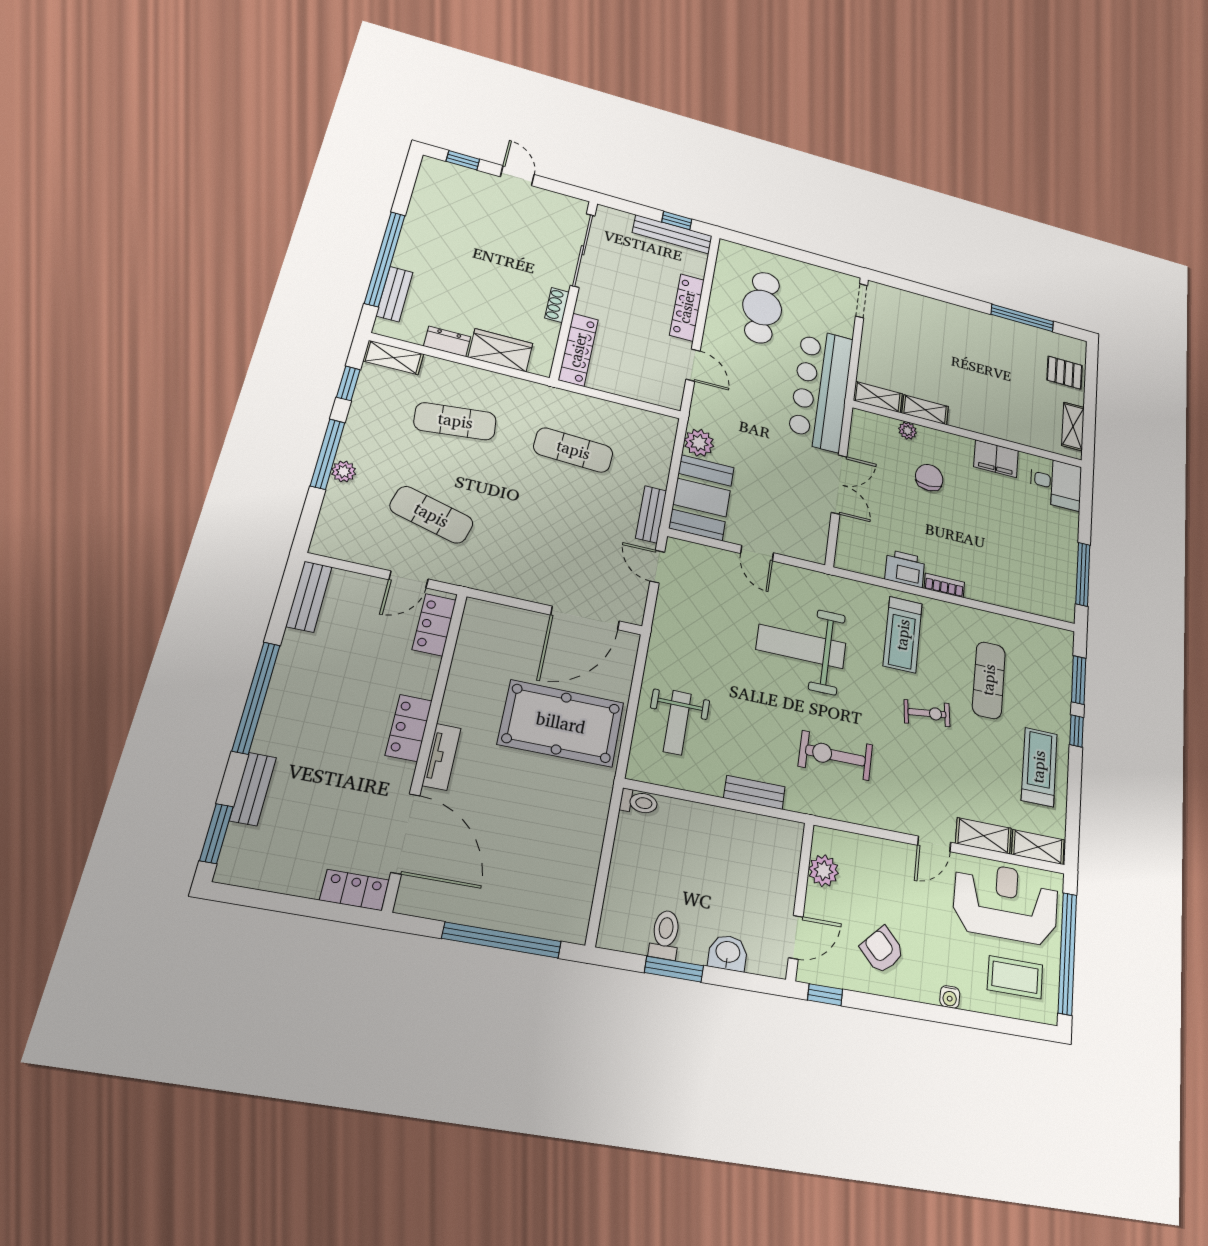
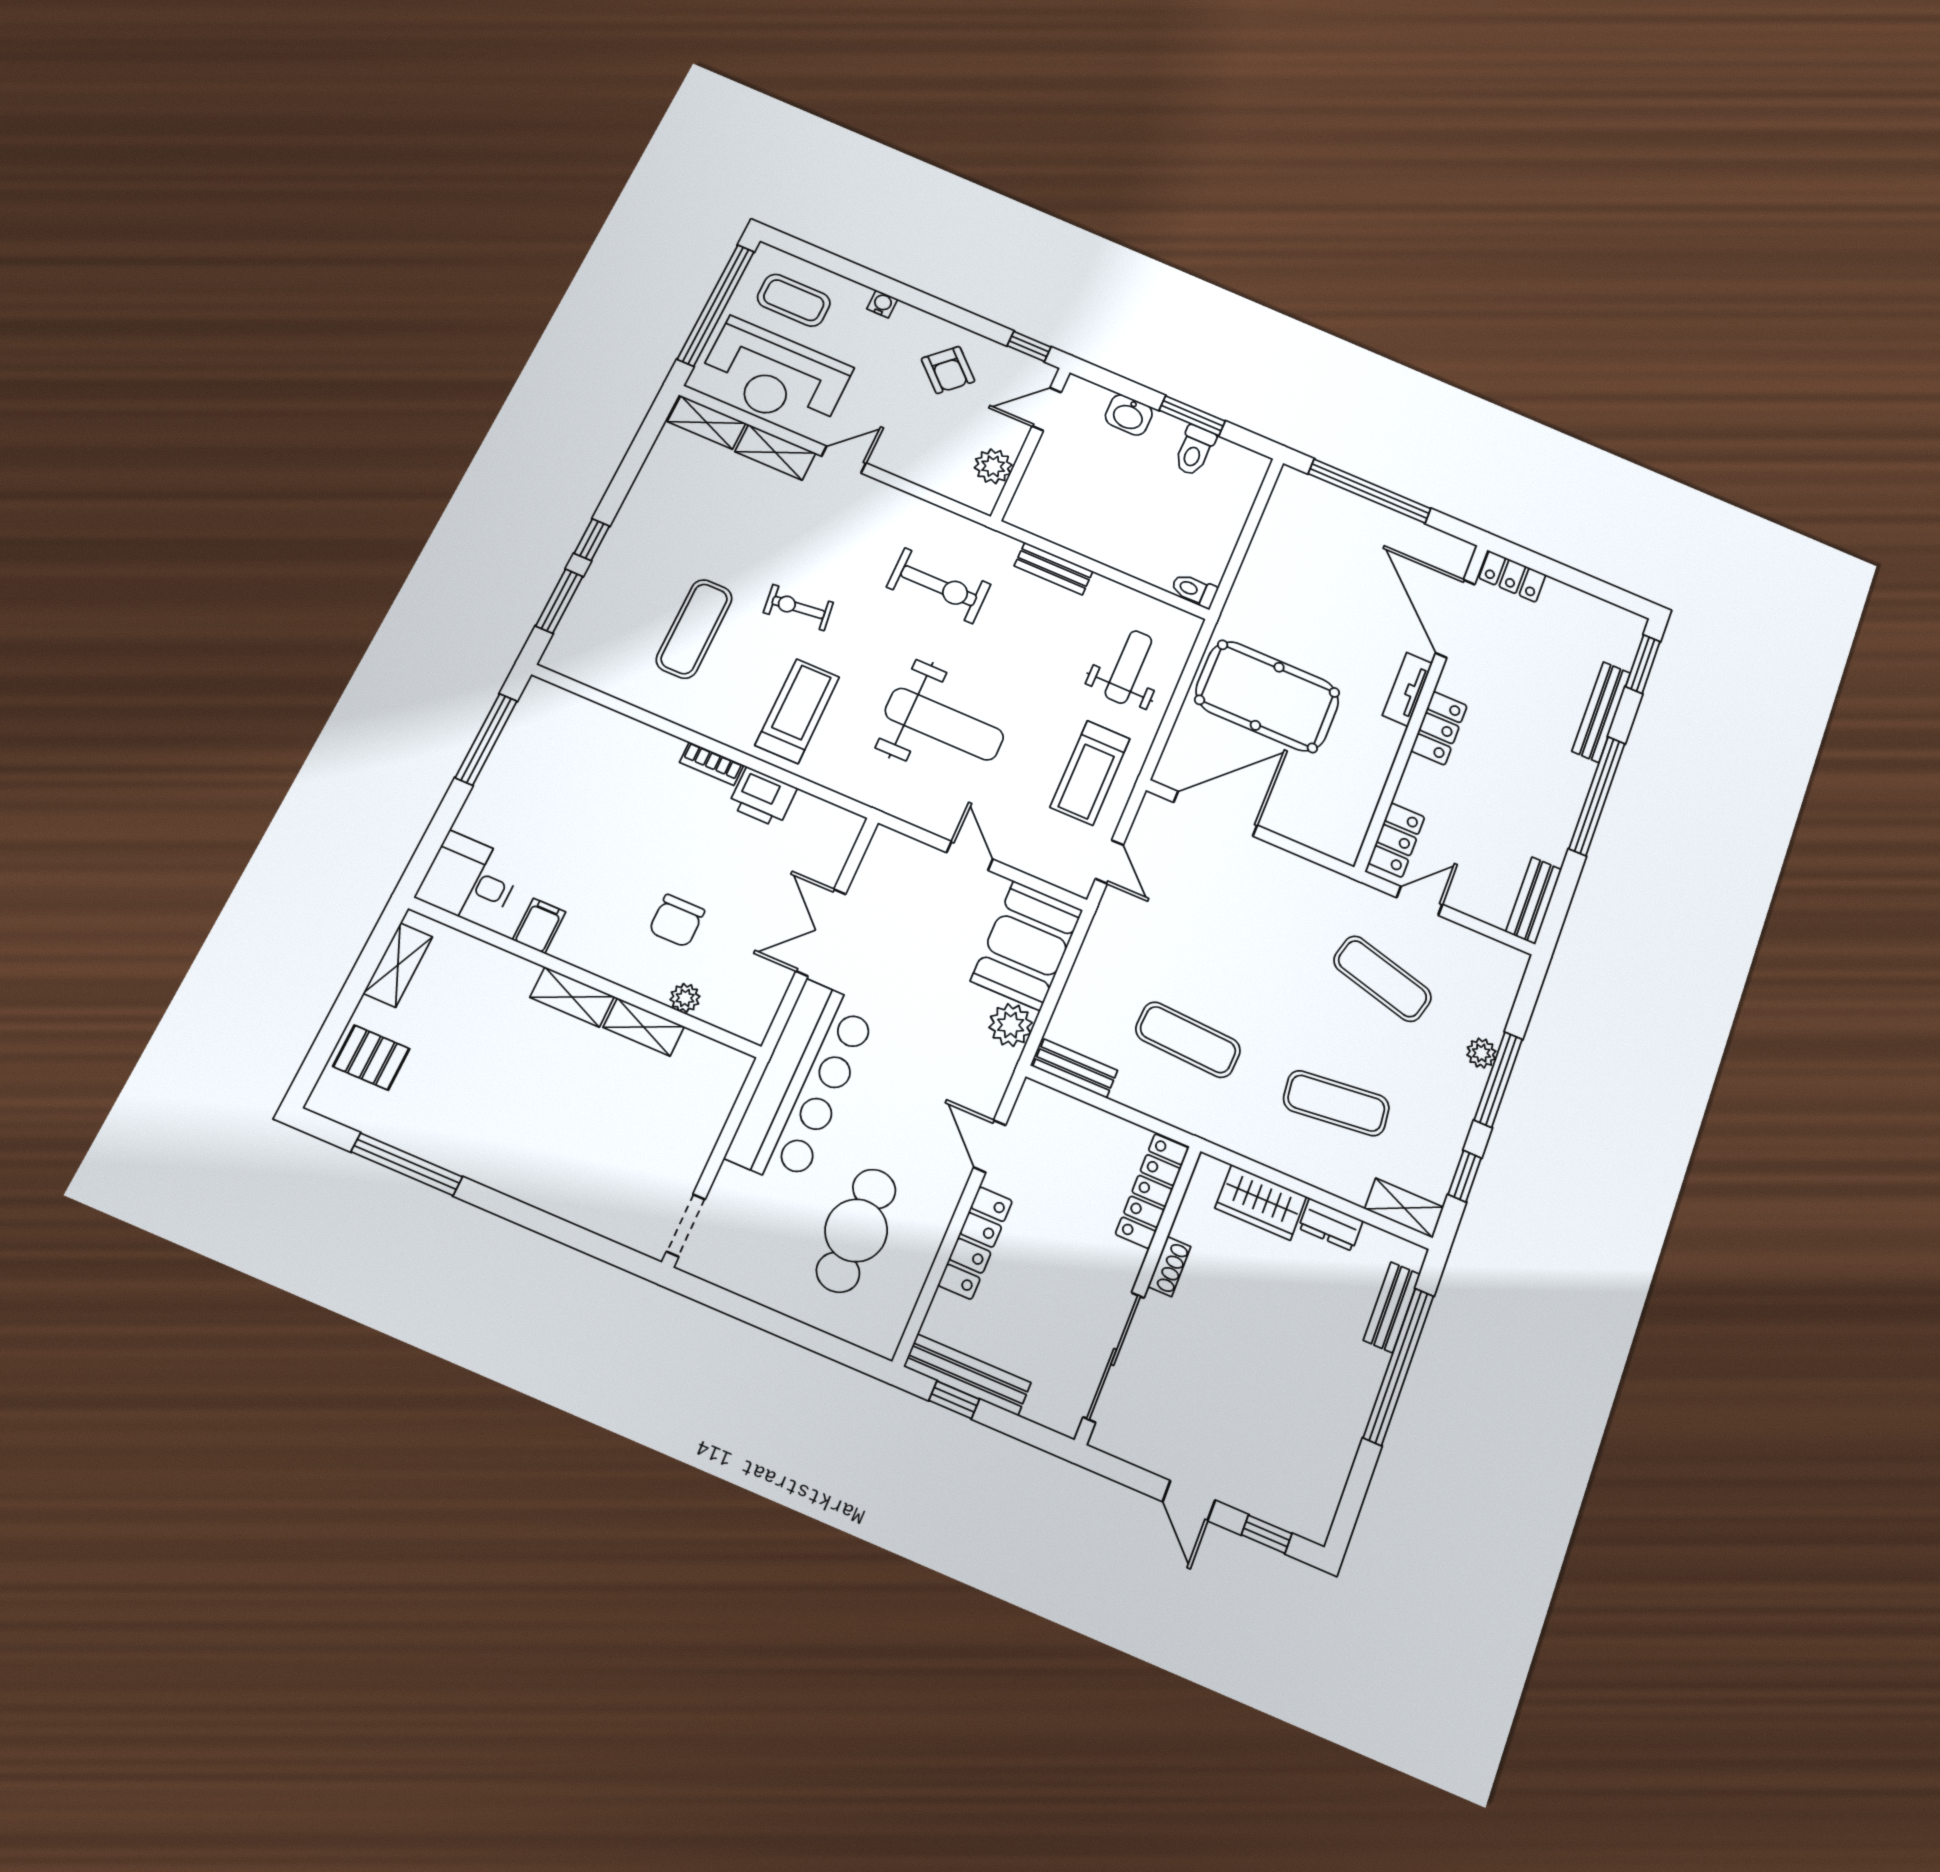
shelving: (878, 397) -> (572, 997), moved
filing cabinet: (996, 459) -> (539, 926), width x0.50
bench: (651, 514) -> (1075, 1069), moved, turned 90
treadmill: (1039, 767) -> (1090, 773), moved
bench: (253, 789) -> (1601, 712), width x1.36

